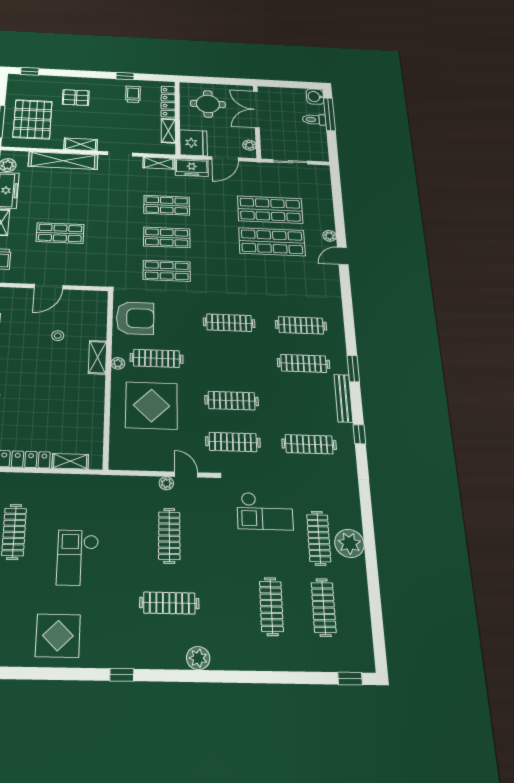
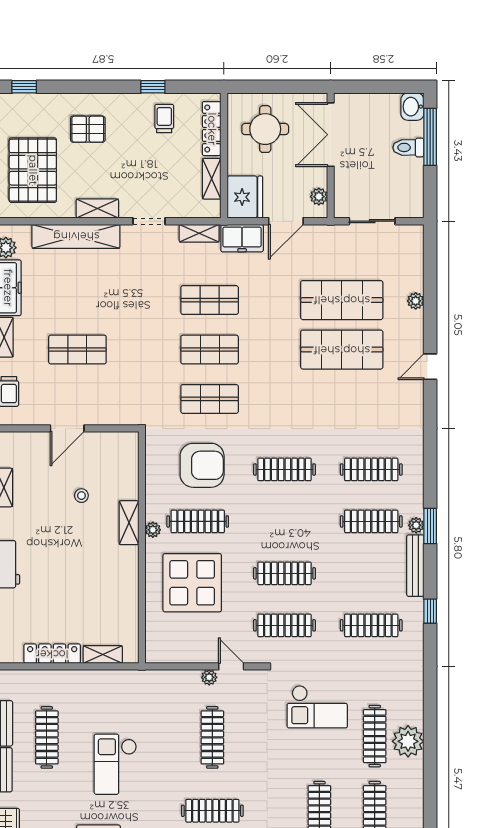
plant: (329, 236) -> (416, 301), moved
armchair: (135, 318) -> (202, 465), moved
plant: (341, 368) -> (416, 525), added

